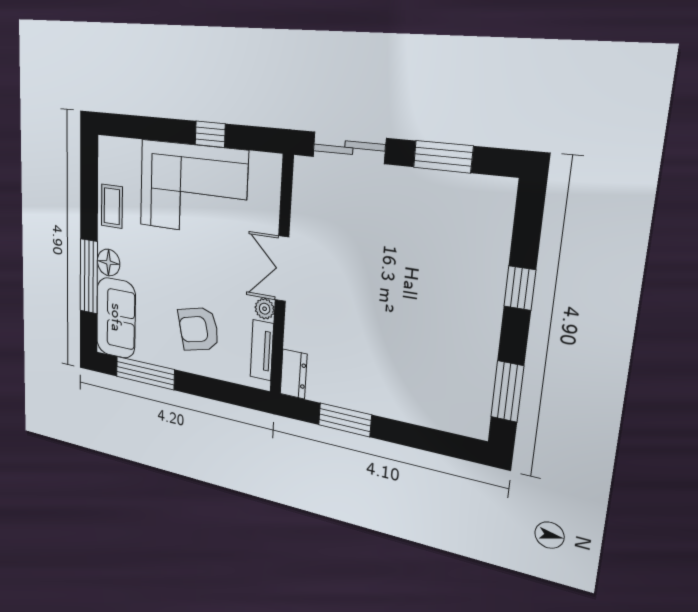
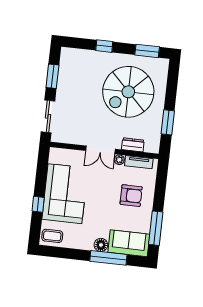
window: (210, 134) -> (38, 204), moved
coffee table: (112, 206) -> (52, 236), moved
armchair: (199, 329) -> (131, 196), turned -77
spiral stairs: (409, 339) -> (128, 92), added
dresser: (294, 374) -> (133, 145), moved

